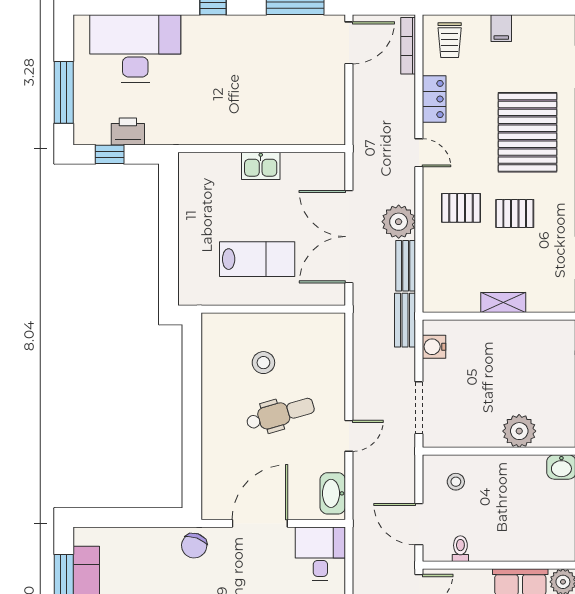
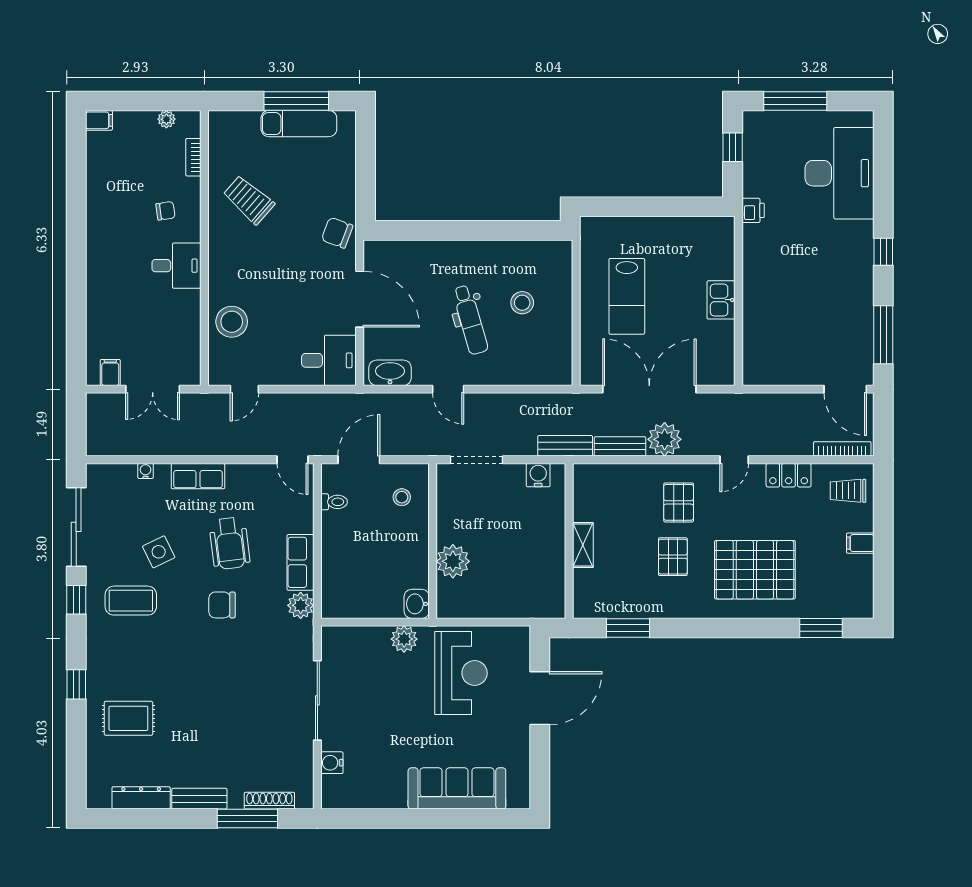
printer: (128, 131) -> (753, 210), moved, width x0.73, depth x0.81

